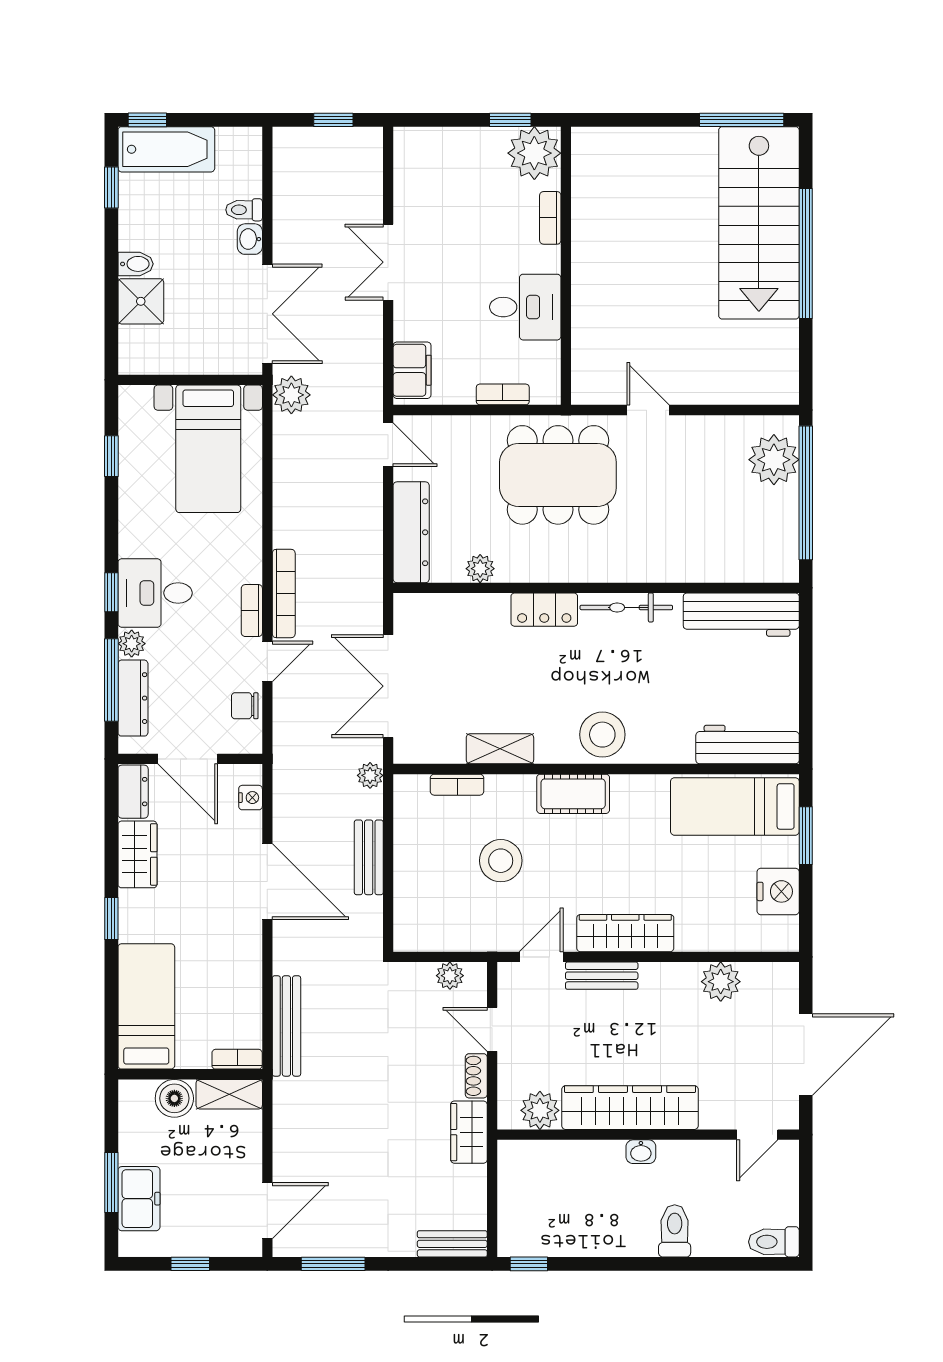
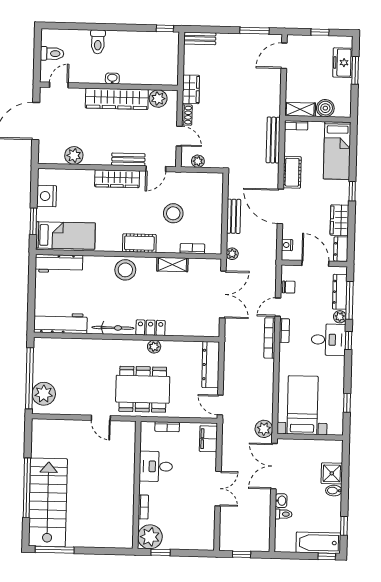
plant: (480, 569) -> (154, 347), moved
cot: (243, 957) -> (292, 172), added
toilet: (774, 1242) -> (52, 54), moved

